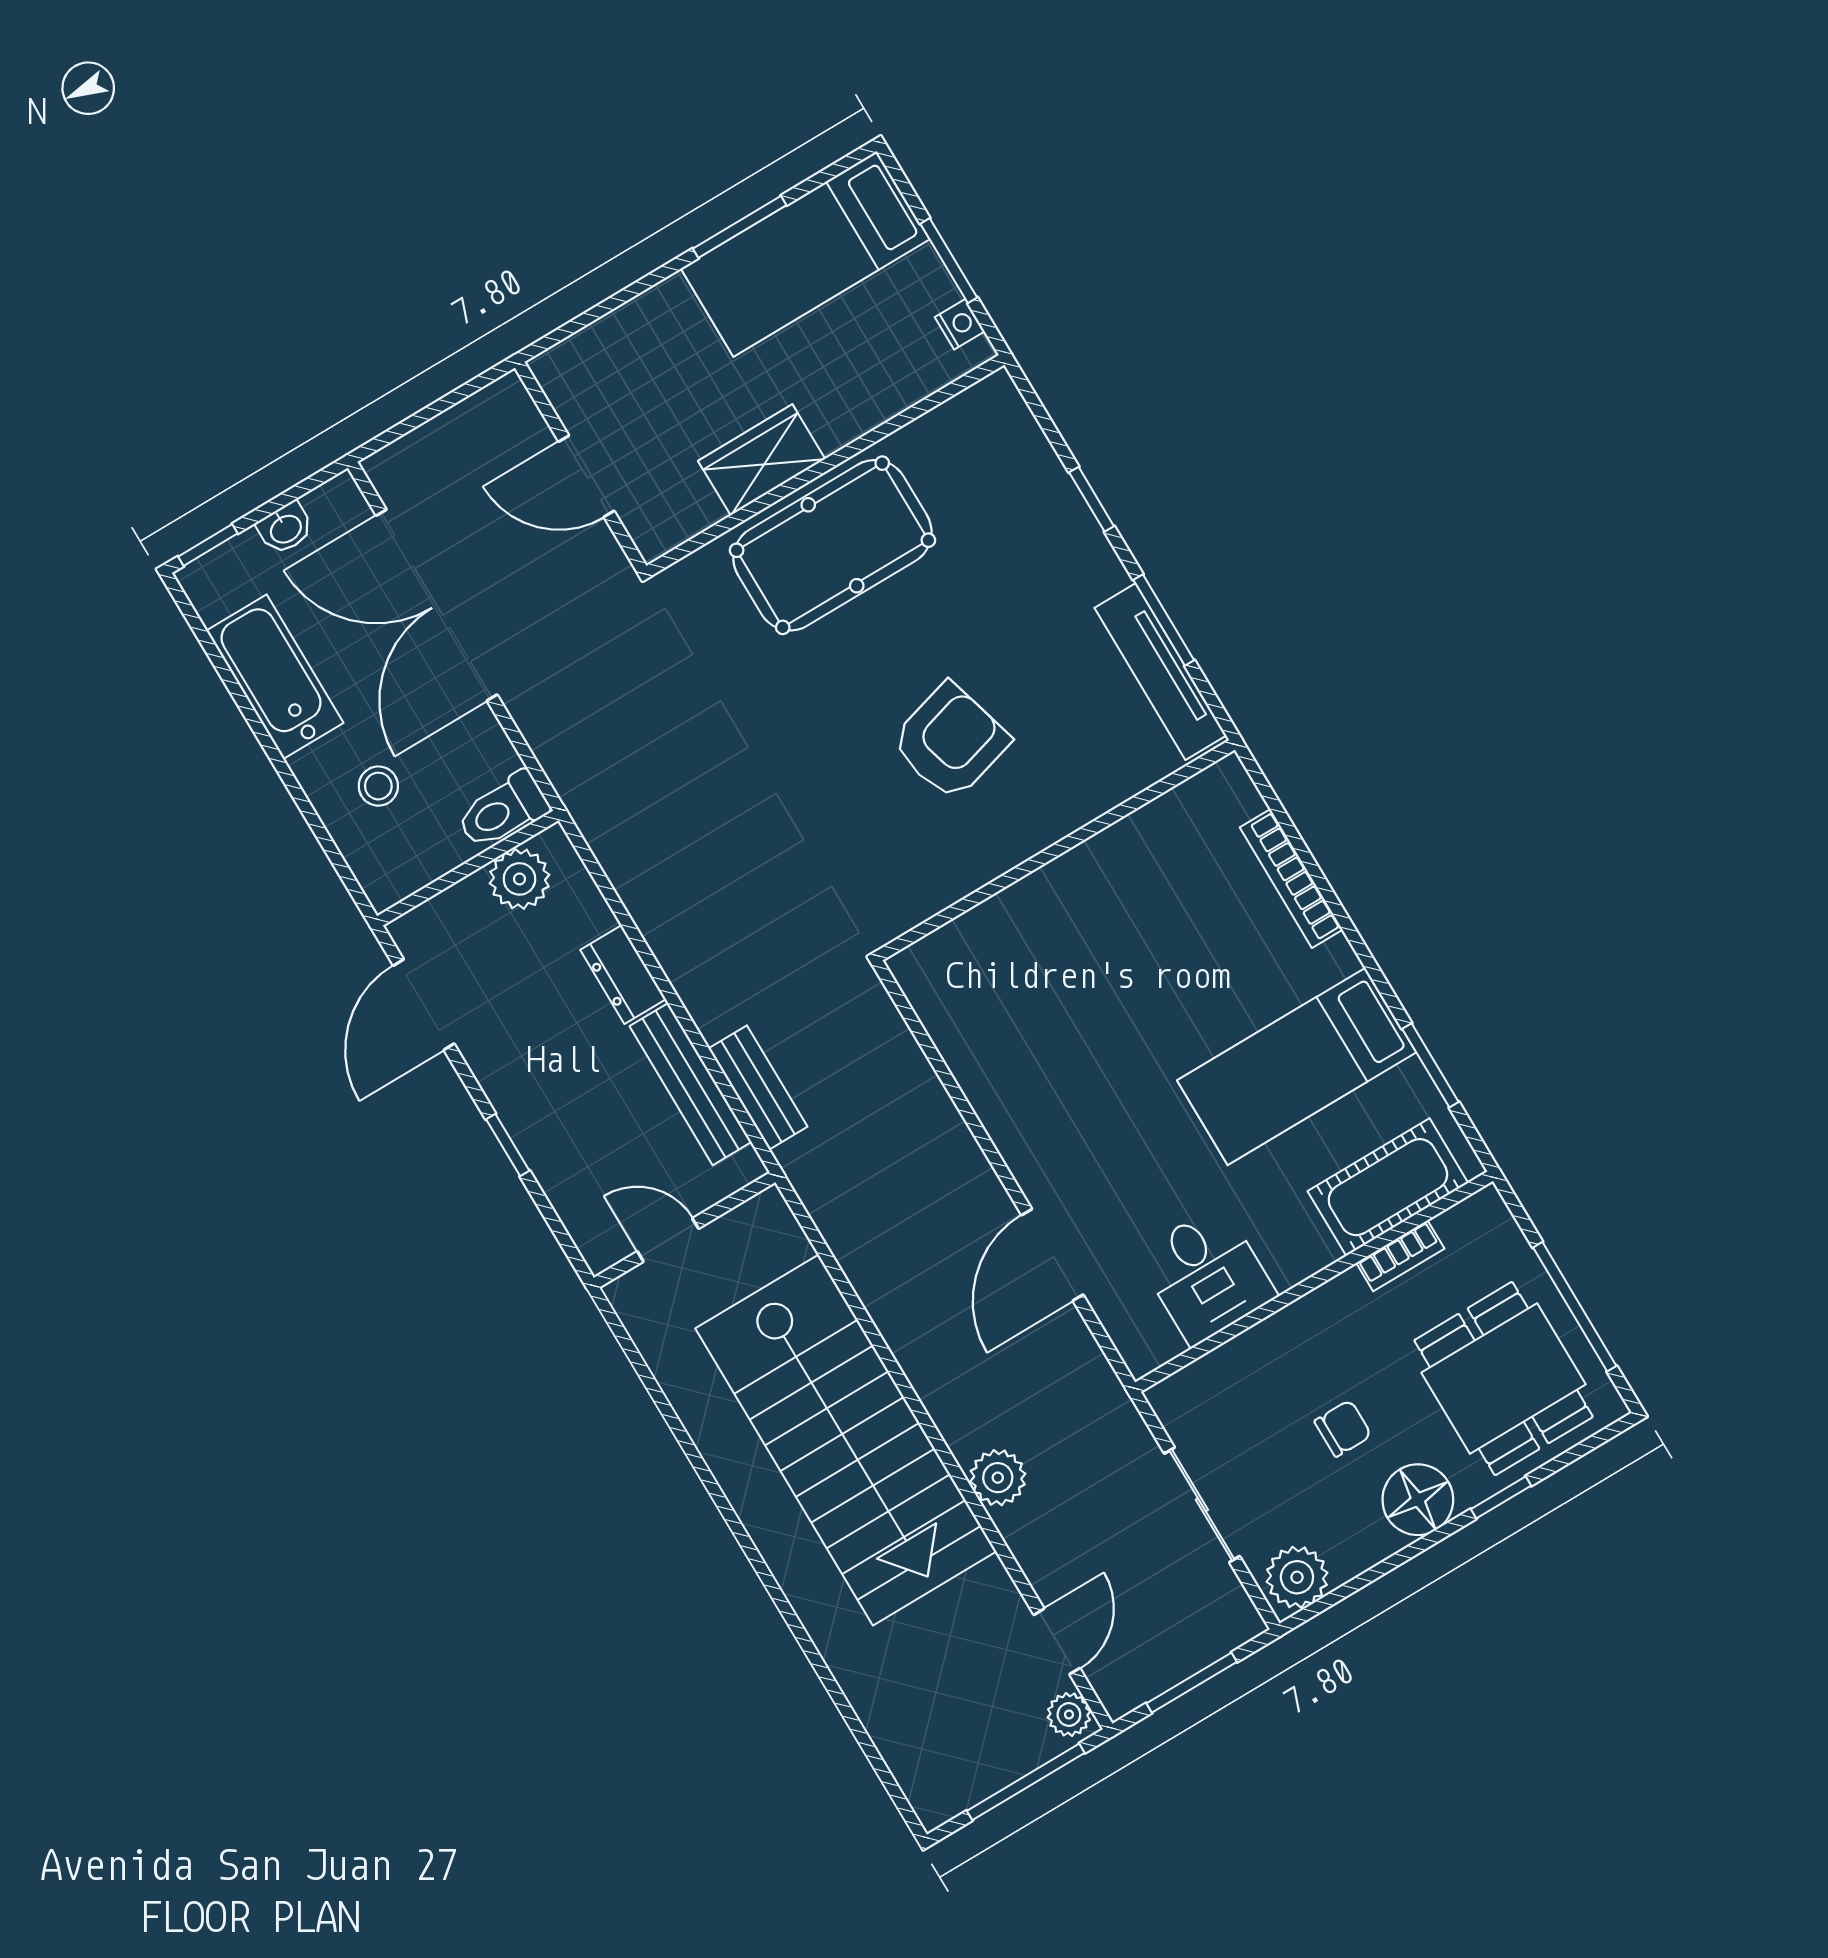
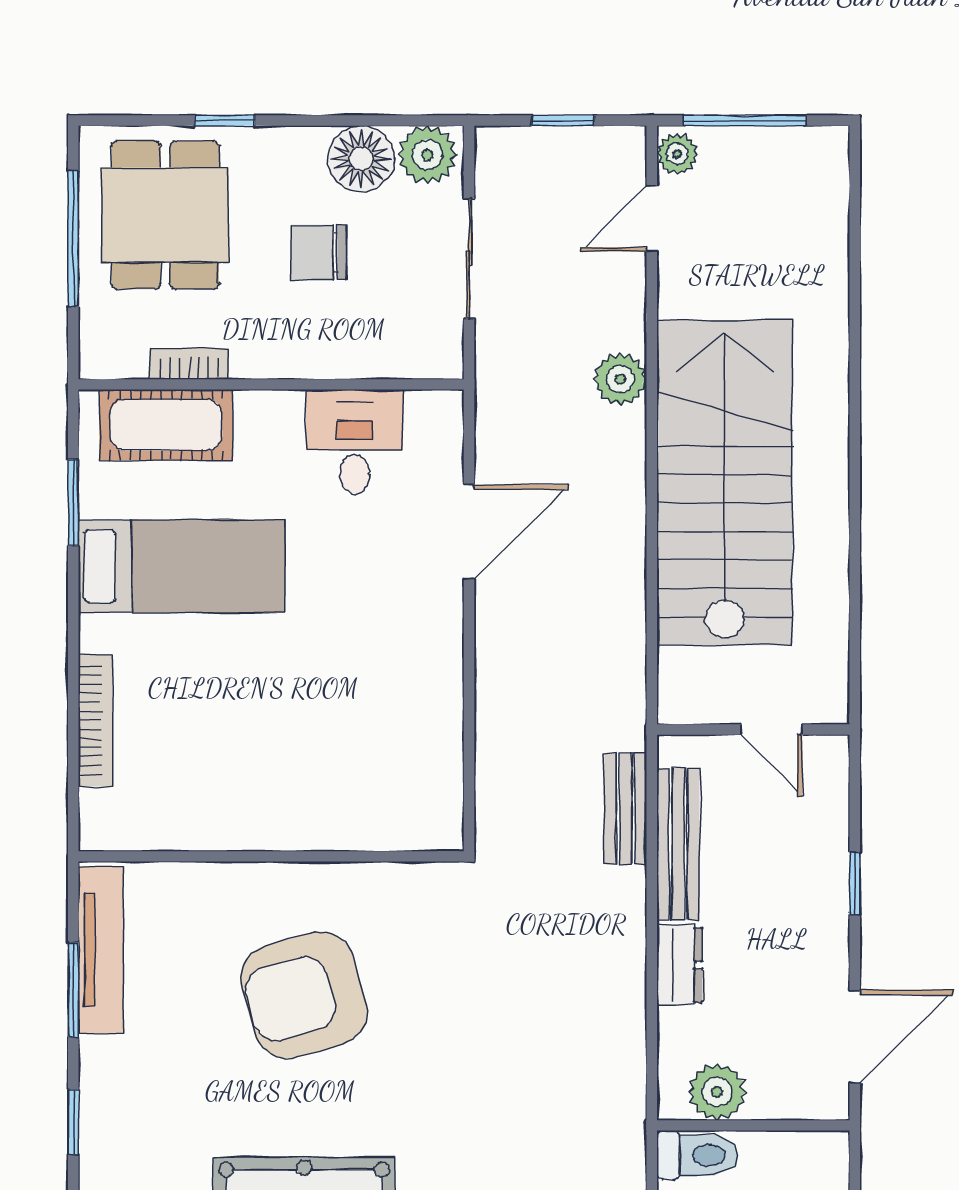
armchair: (950, 741) -> (304, 995), width x1.36, depth x1.36
chair: (1343, 1428) -> (319, 252), width x1.37, depth x1.37
floor lamp: (1418, 1500) -> (361, 159), moved
window: (1192, 1683) -> (563, 120), width x0.67

